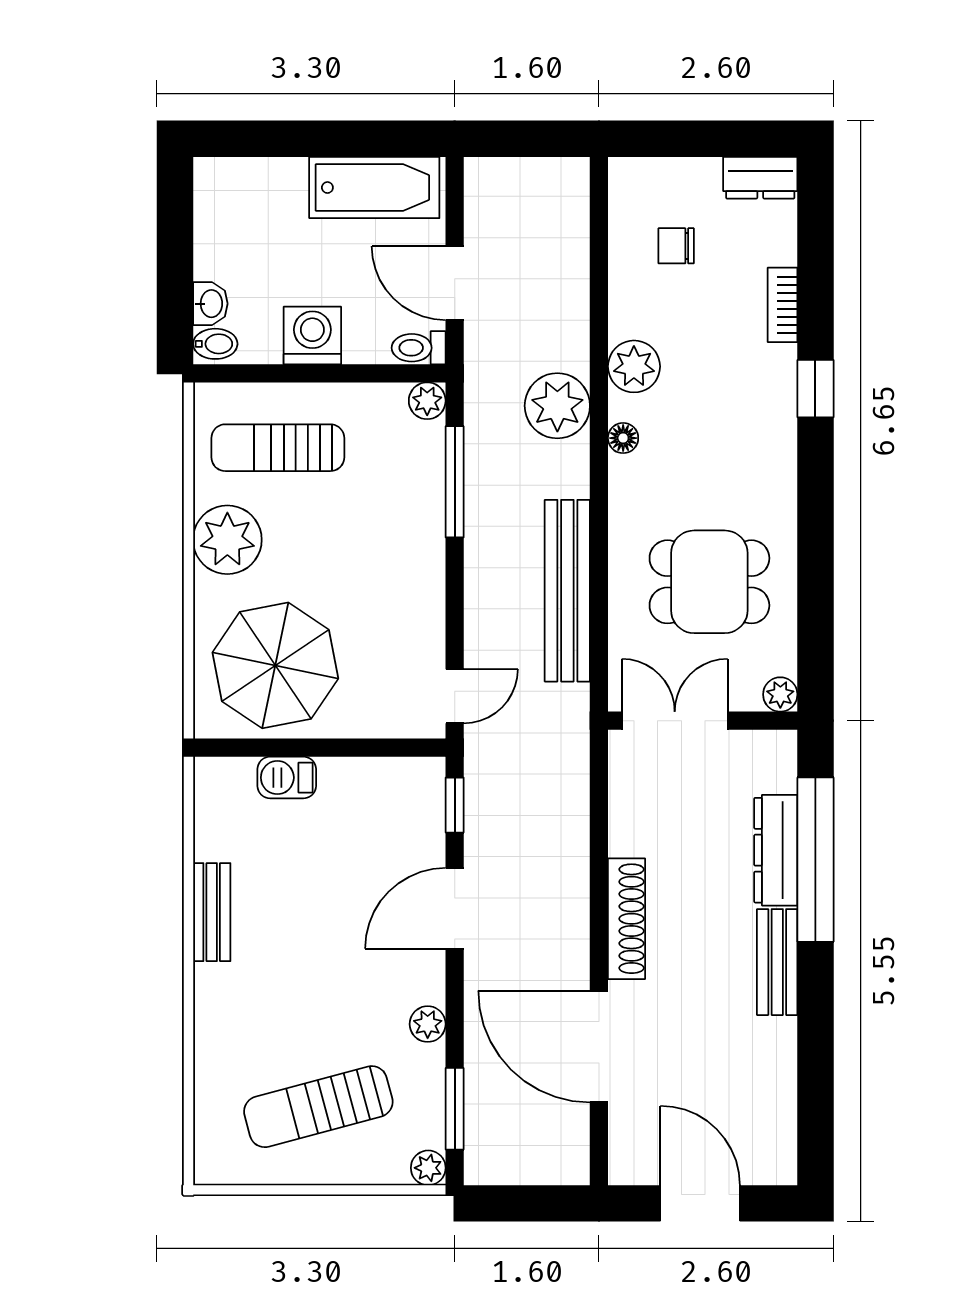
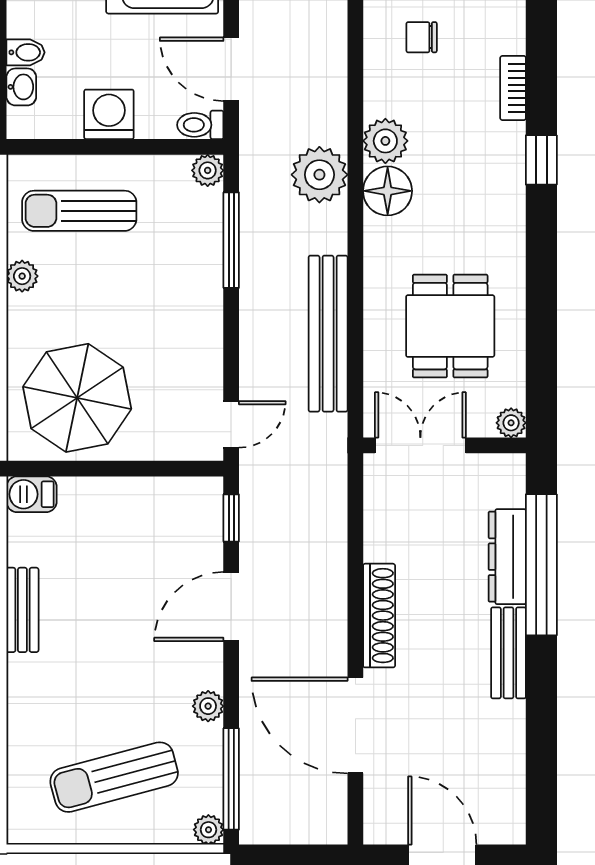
bidet: (215, 344) -> (25, 52), moved
floor lamp: (623, 438) -> (388, 191), width x1.89, depth x1.89
plant: (227, 540) -> (22, 276), width x0.53, depth x0.53
dining table: (709, 582) -> (450, 326), turned 90
barbecue: (287, 778) -> (32, 494), moved
window: (455, 1109) -> (231, 779), width x1.44

